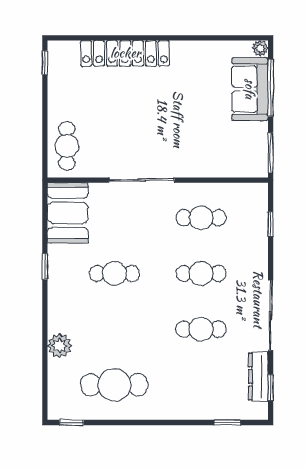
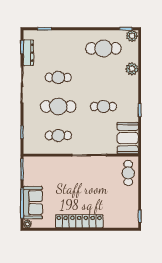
locker: (125, 53) -> (79, 221), moved
cafe table: (201, 273) -> (58, 106), width x1.37, depth x1.35
plant: (60, 409) -> (132, 36), added

